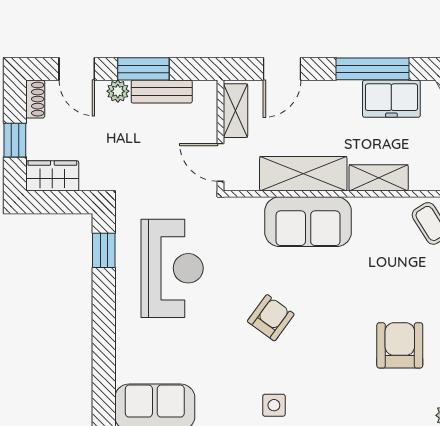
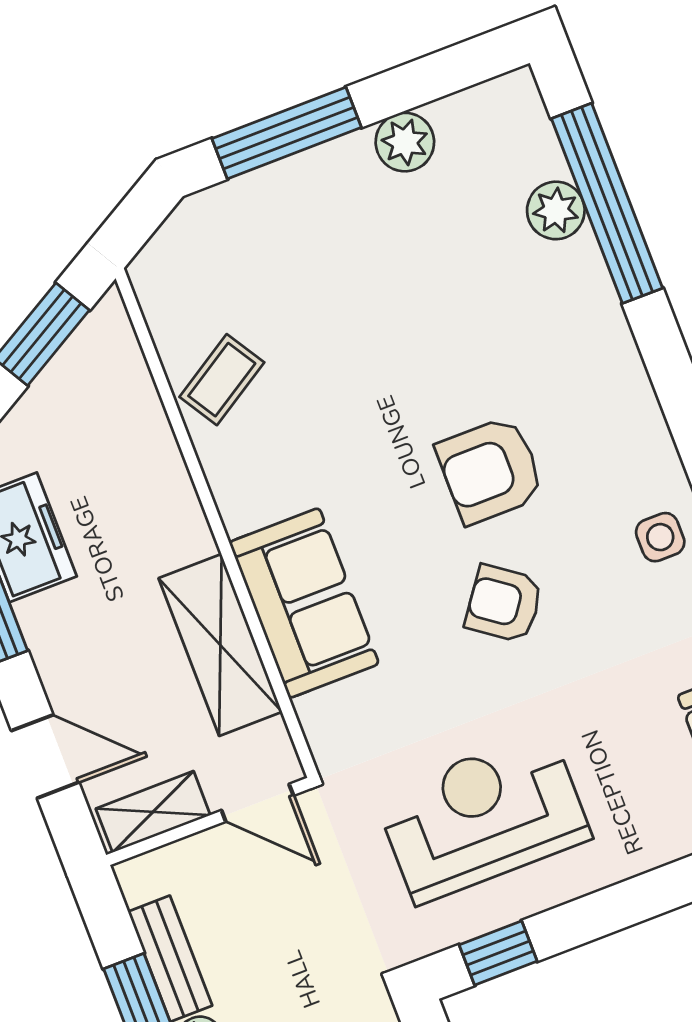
door: (221, 162) -> (257, 803), hinge flipped
shelving: (379, 178) -> (175, 506), removed
armchair: (400, 345) -> (490, 470), moved

